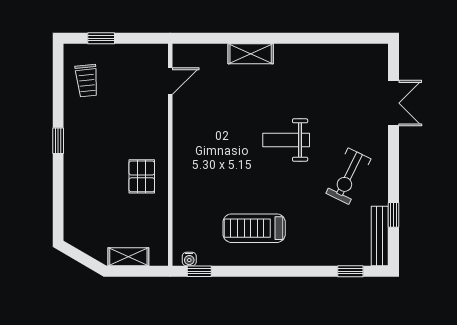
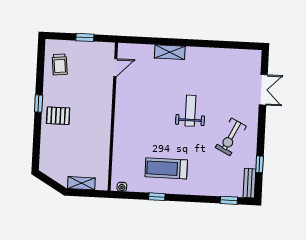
window: (101, 38) -> (85, 37), moved
weight bench: (286, 140) -> (190, 111), turned 90
pallet: (142, 176) -> (58, 116), moved, turned 90
bench: (380, 236) -> (249, 183), width x0.73
window: (199, 271) -> (157, 197), moved

